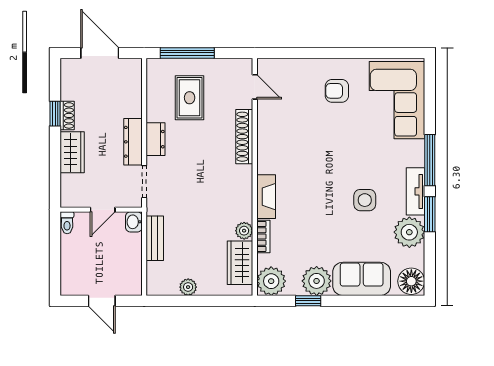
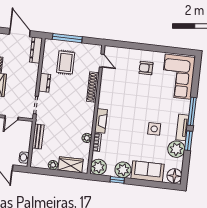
dresser: (133, 142) -> (36, 50), moved
washbasin: (134, 222) -> (24, 158), moved
wardrobe: (240, 263) -> (71, 165), moved, turned 90

